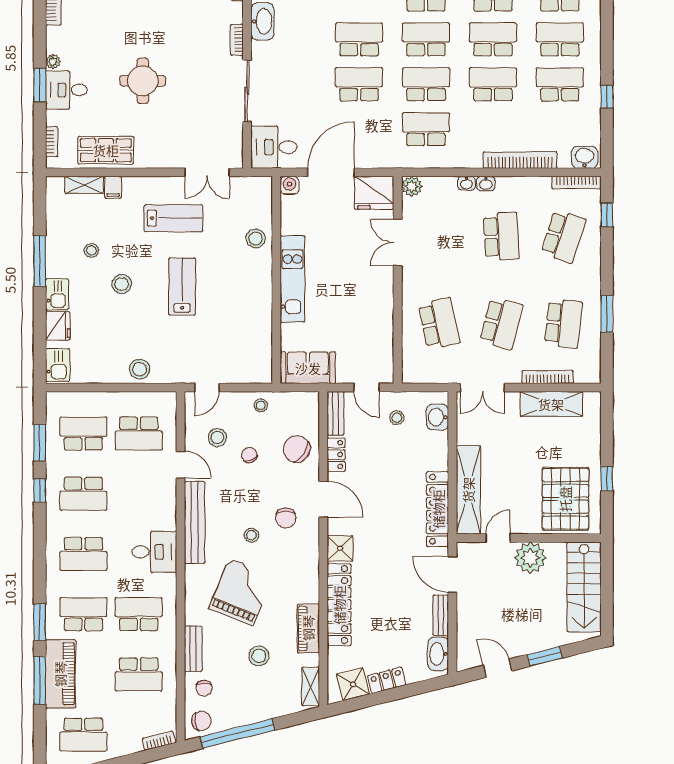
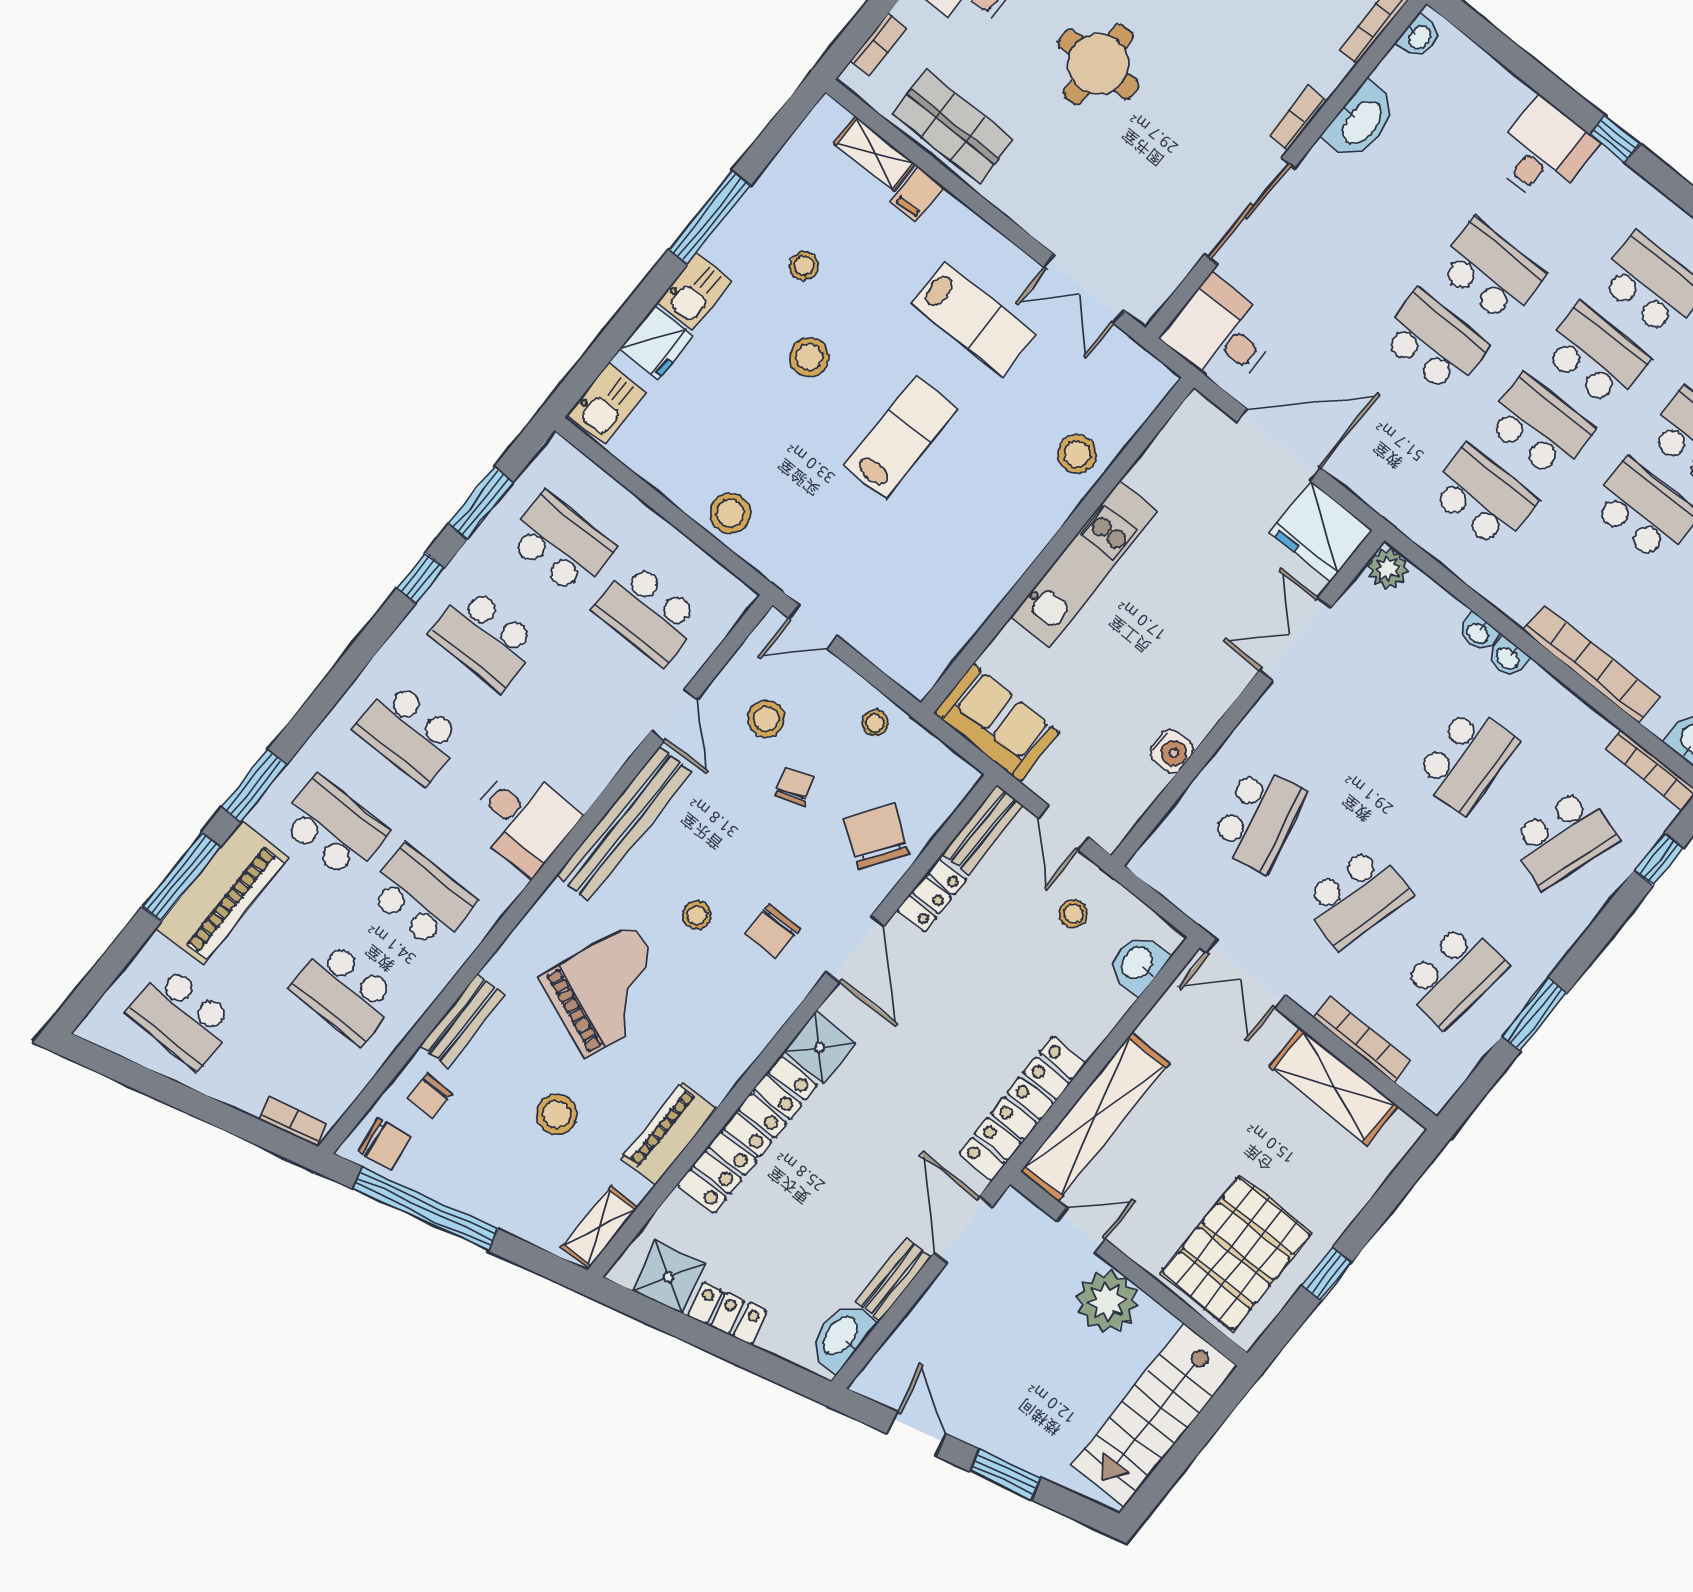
water cooler: (289, 185) -> (1172, 751), moved, turned 90

